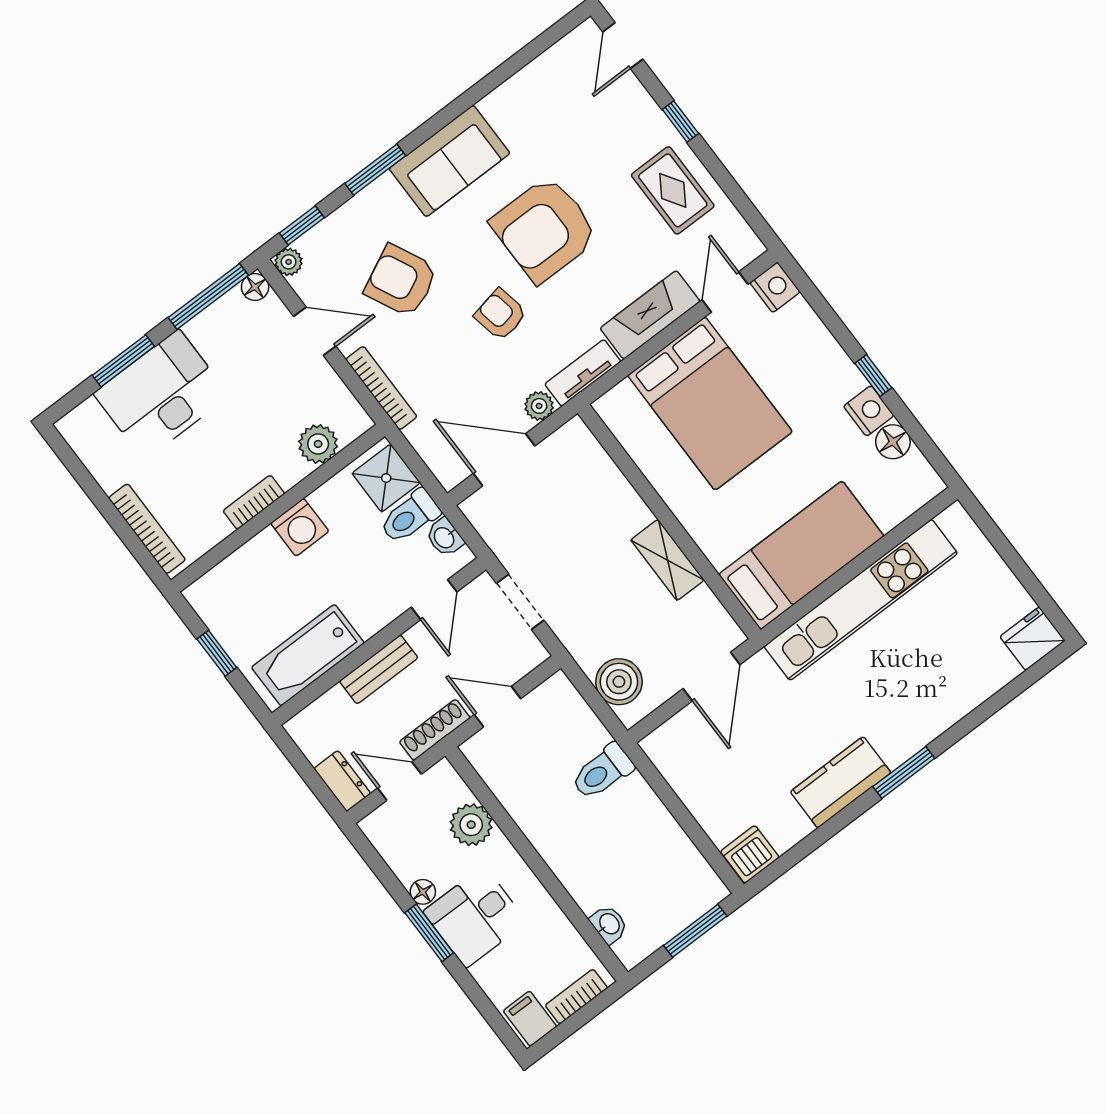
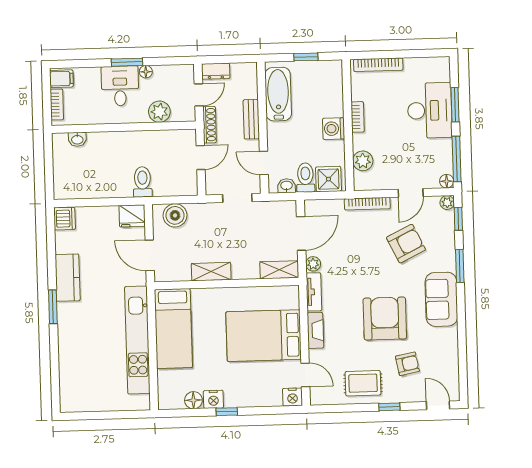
armchair: (501, 314) -> (407, 364), moved
fireplace: (650, 315) -> (315, 330), width x0.73, depth x0.76
shelving: (587, 453) -> (279, 270), added
fridge: (1032, 639) -> (132, 216), moved, turned 90
window: (695, 931) -> (49, 173), removed

